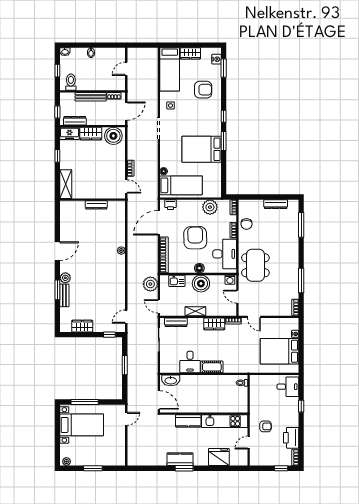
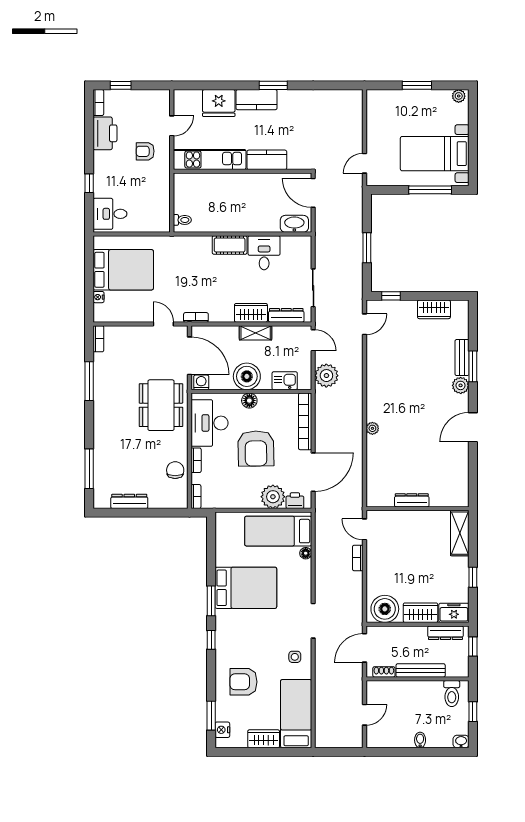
plant: (210, 207) -> (273, 497), moved
door: (237, 297) -> (189, 356), width x1.88
wardrobe: (214, 324) -> (251, 313), moved
kitchen counter: (180, 459) -> (257, 100), moved

